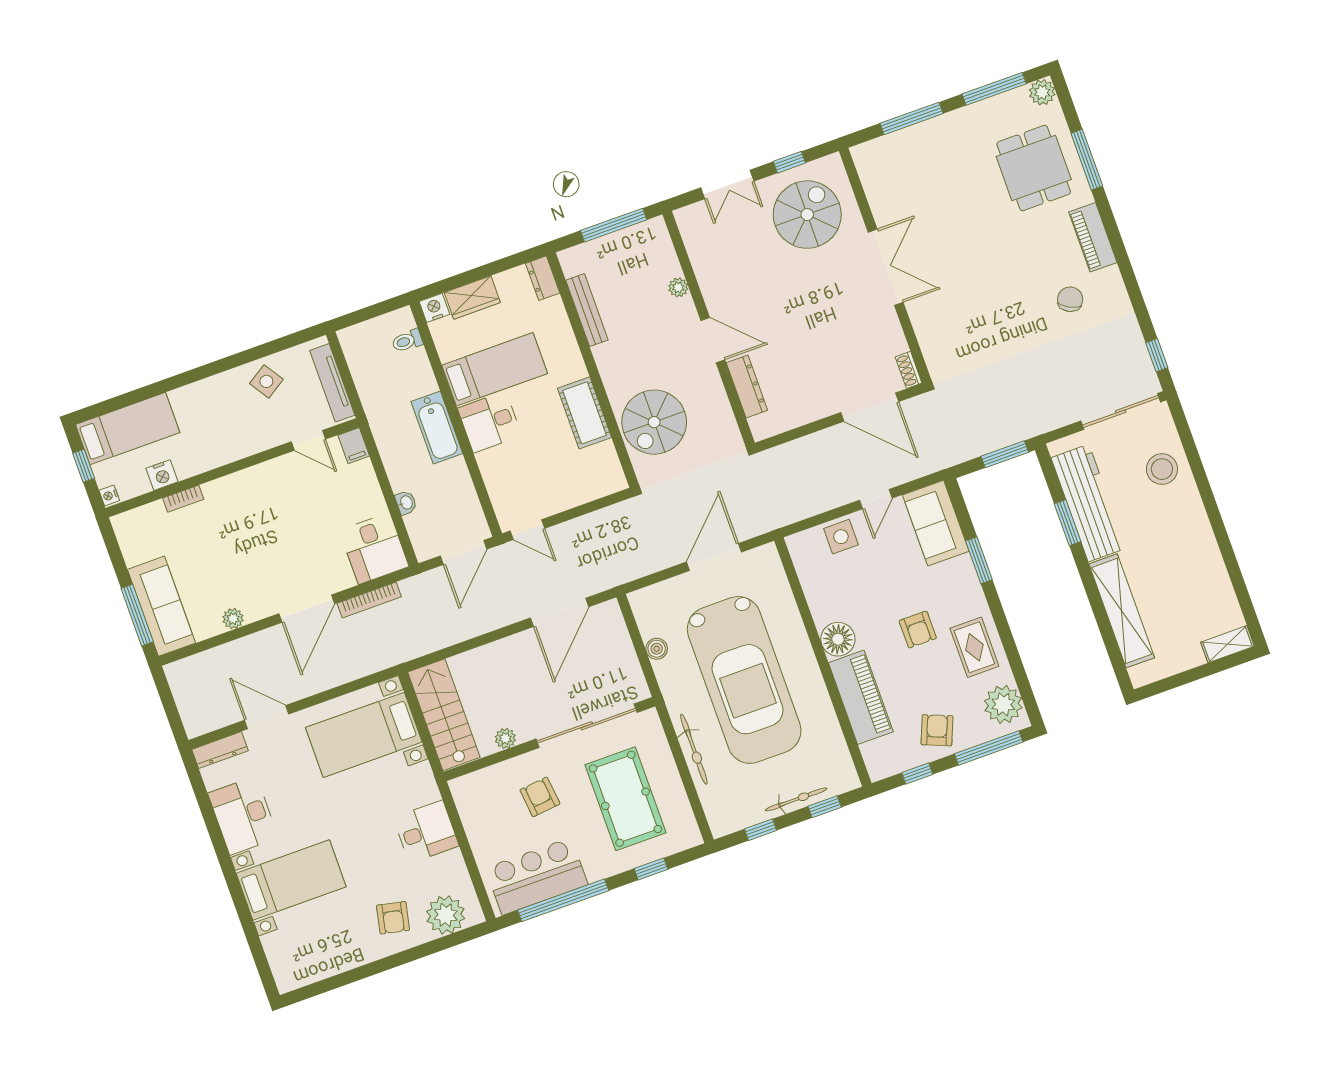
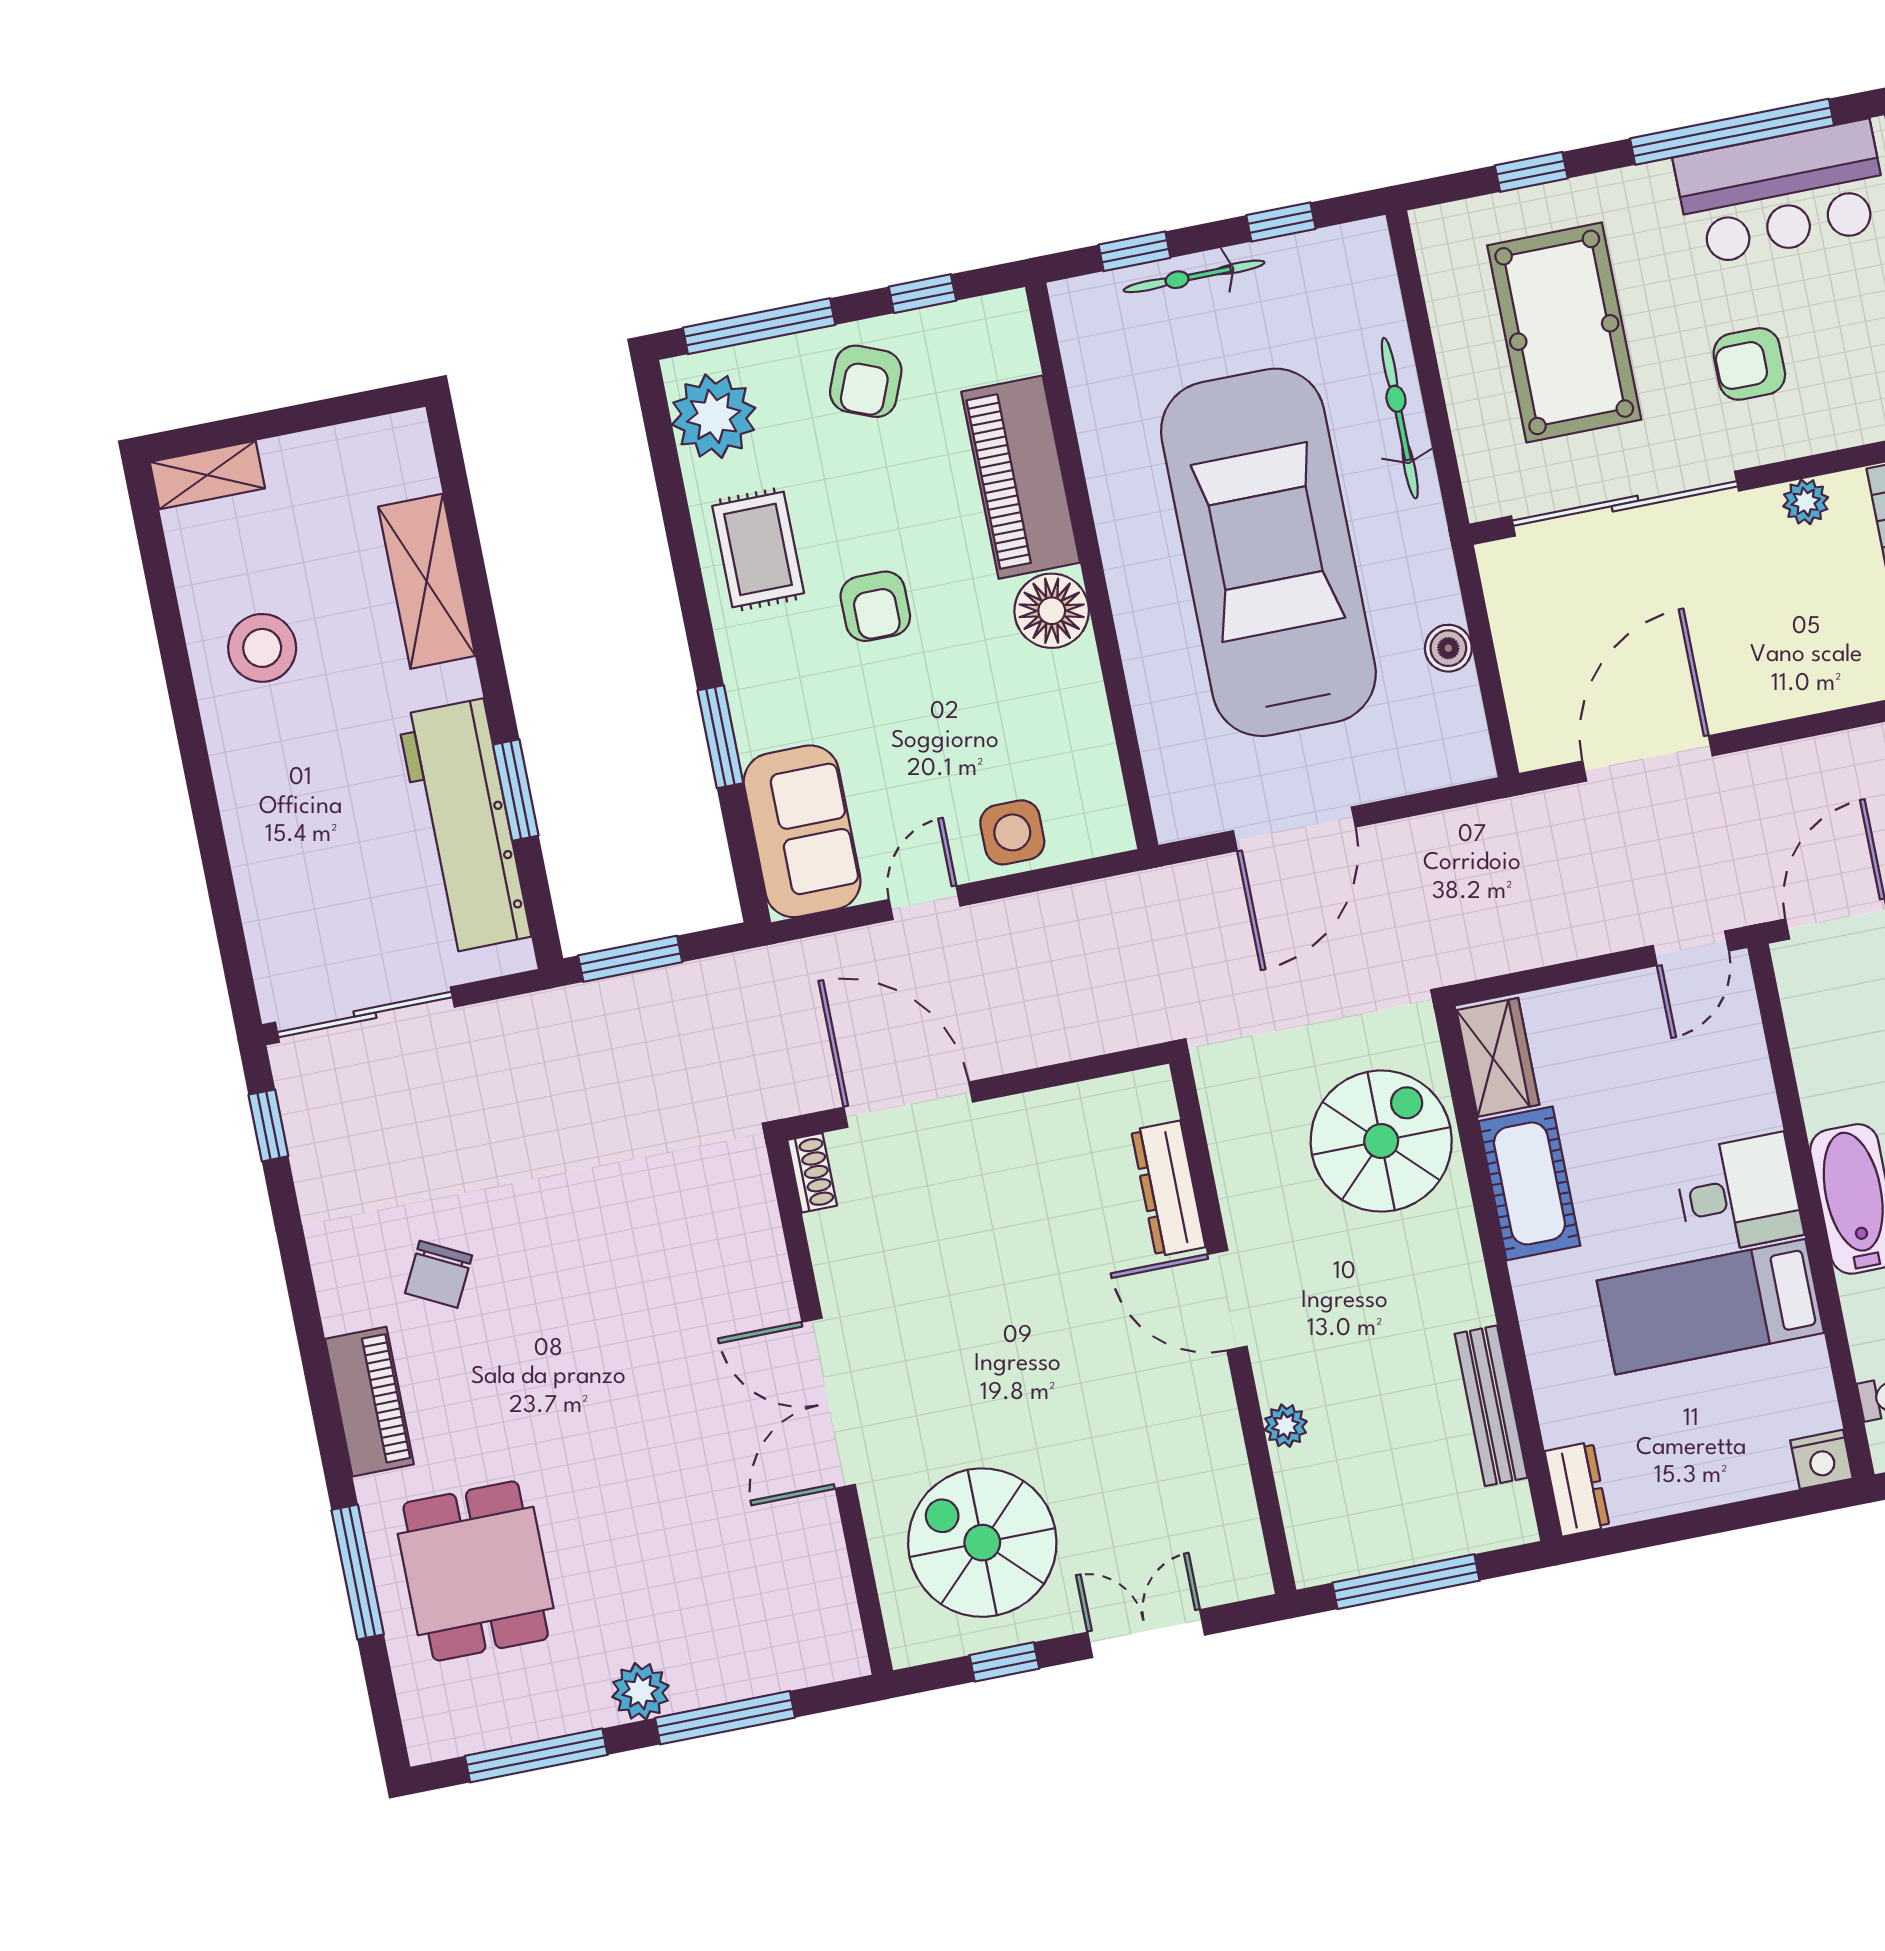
plant: (1042, 92) -> (640, 1691), moved
spiral stairs: (807, 215) -> (982, 1543), turned 90
wardrobe: (472, 298) -> (1498, 1057), moved, turned 90
stool: (1162, 469) -> (262, 648), moved
door: (527, 530) -> (1691, 948), swing flipped
shelving: (1122, 611) -> (427, 581), width x0.68
armchair: (918, 629) -> (875, 606), turned 180
armchair: (540, 797) -> (1749, 364), turned 96

